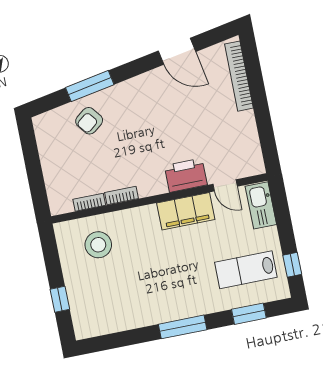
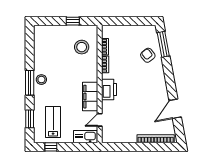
window: (90, 86) -> (163, 44), moved
printer: (186, 175) -> (109, 89), moved
window: (60, 299) -> (73, 21), moved
stool: (172, 307) -> (41, 80), added

